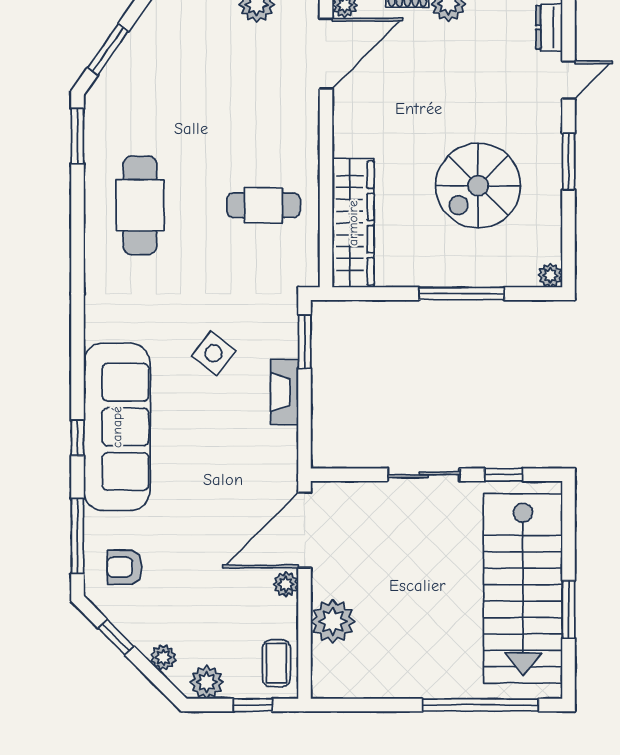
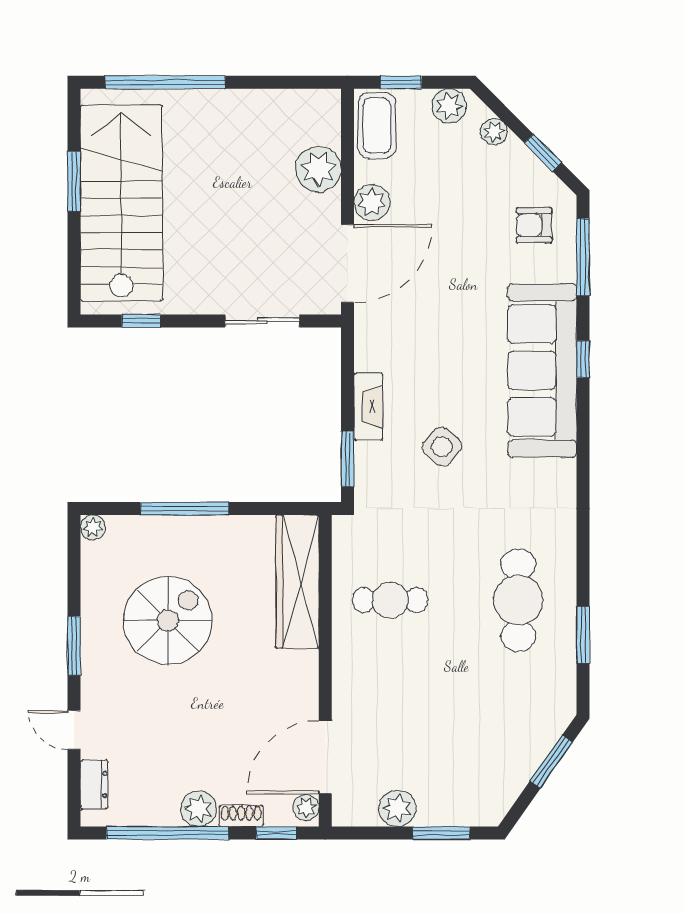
door: (569, 80) -> (74, 730), hinge flipped
window: (77, 136) -> (583, 635), moved
sliding door: (424, 475) -> (262, 321), moved
armchair: (125, 567) -> (534, 225), turned 180
plant: (286, 584) -> (372, 202), width x1.38, depth x1.38
coffee table: (276, 663) -> (377, 125), width x1.36, depth x1.30

